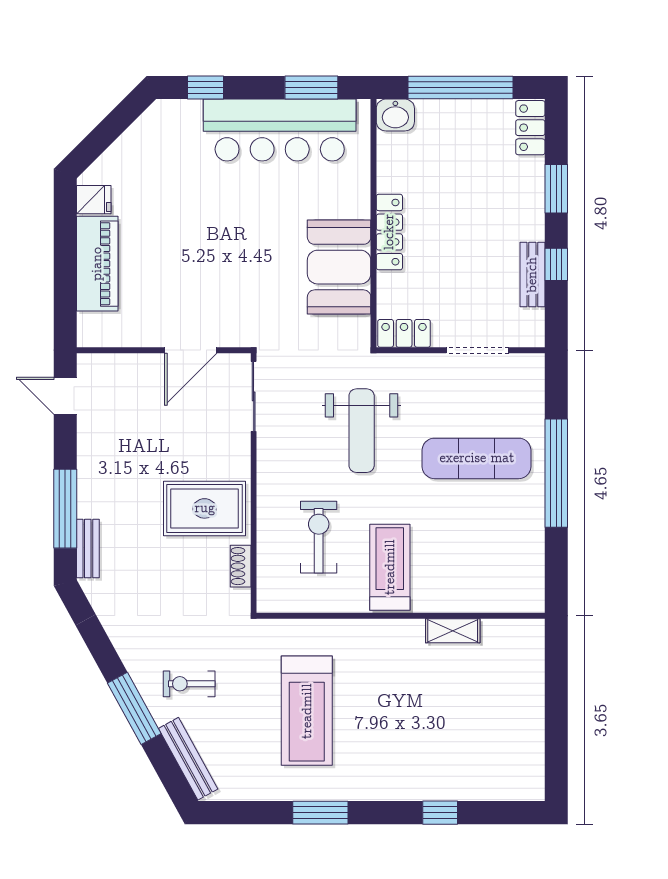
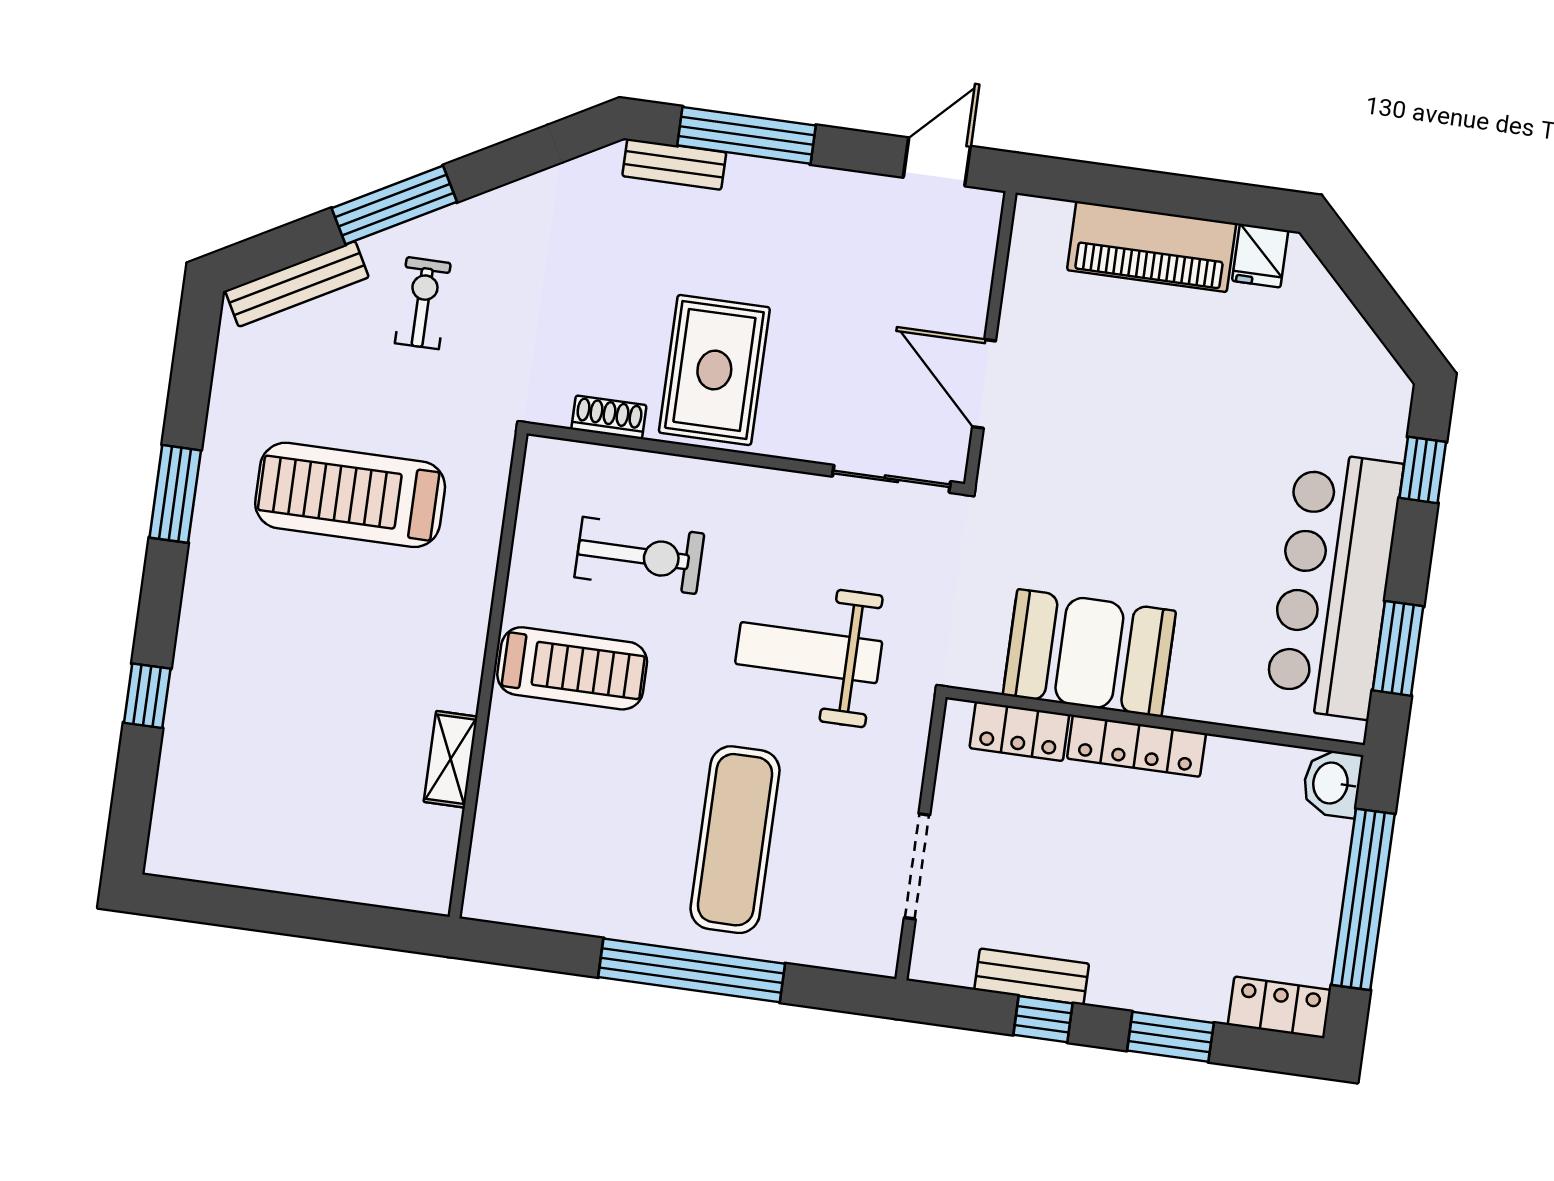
locker: (404, 333) -> (1019, 731), moved, turned 90

